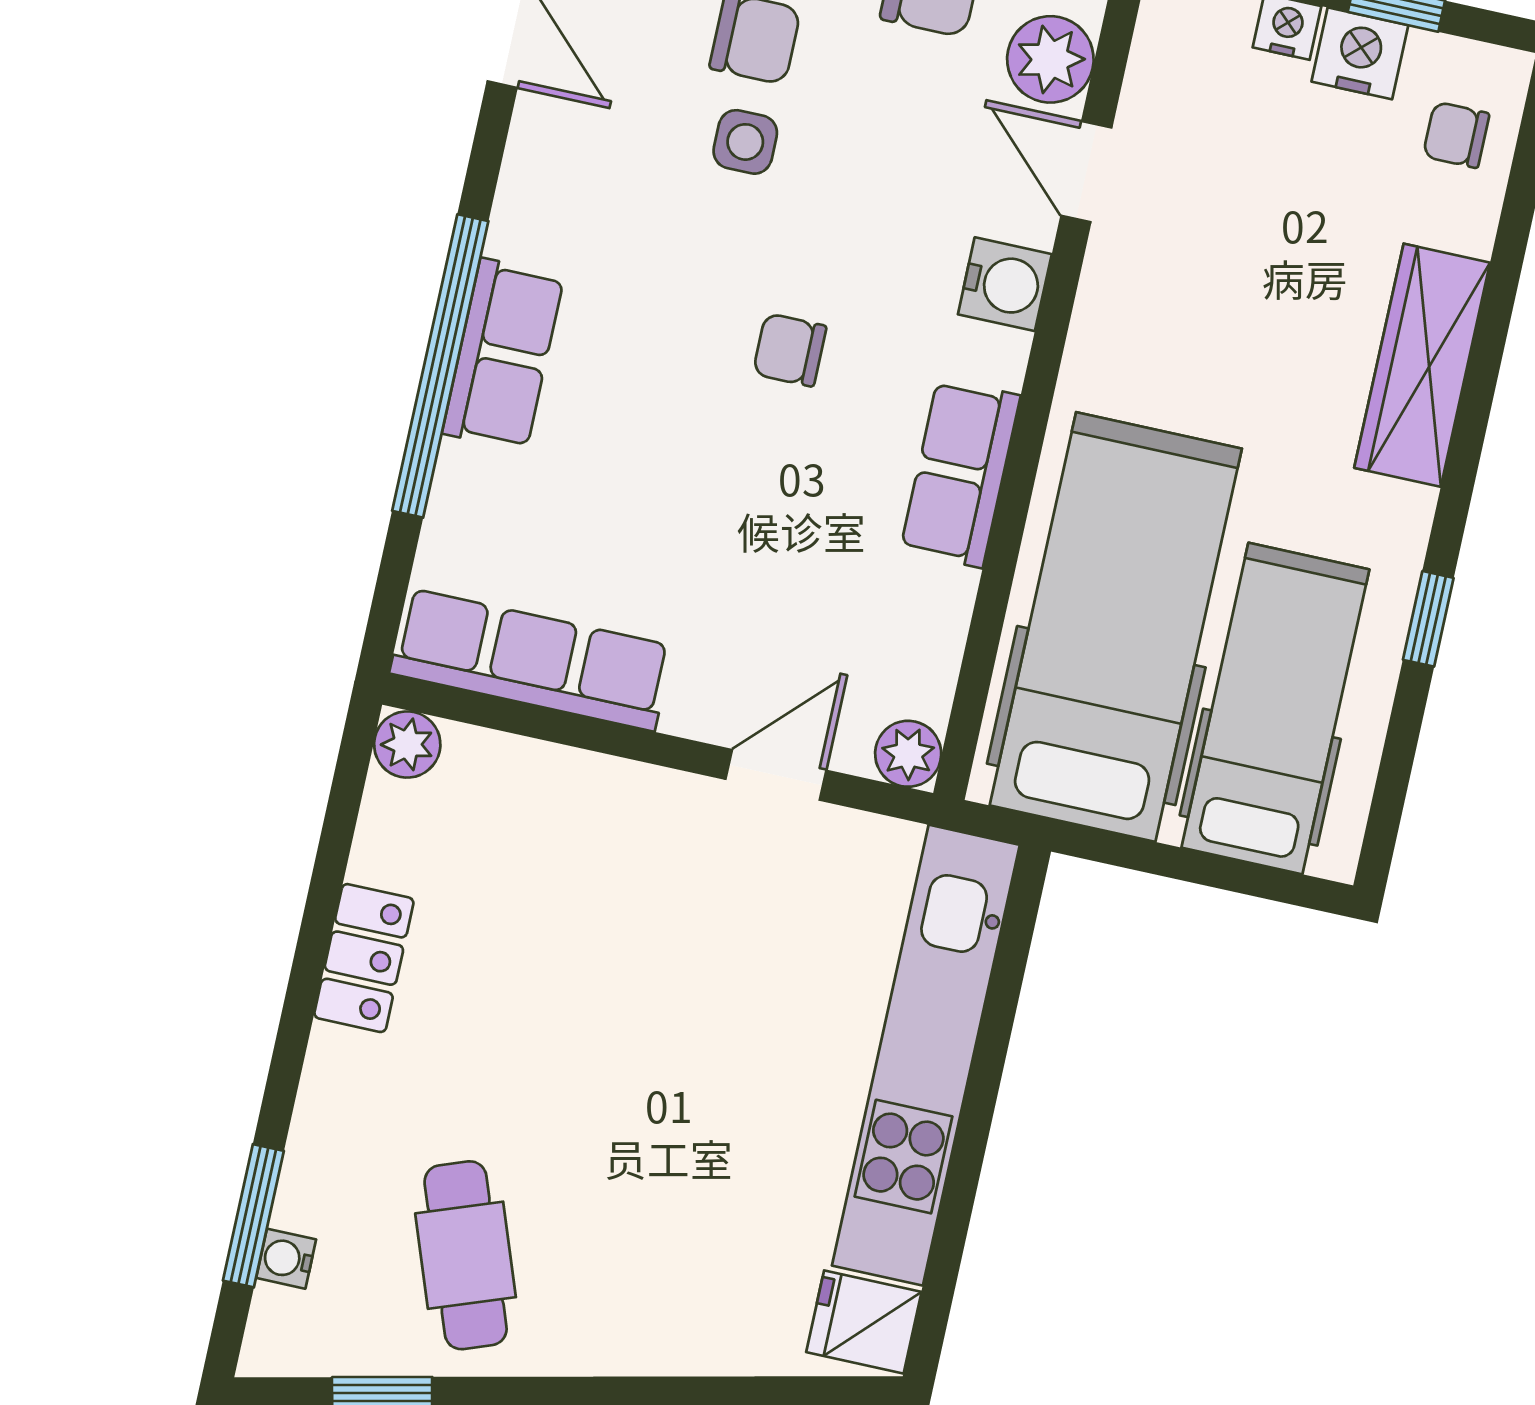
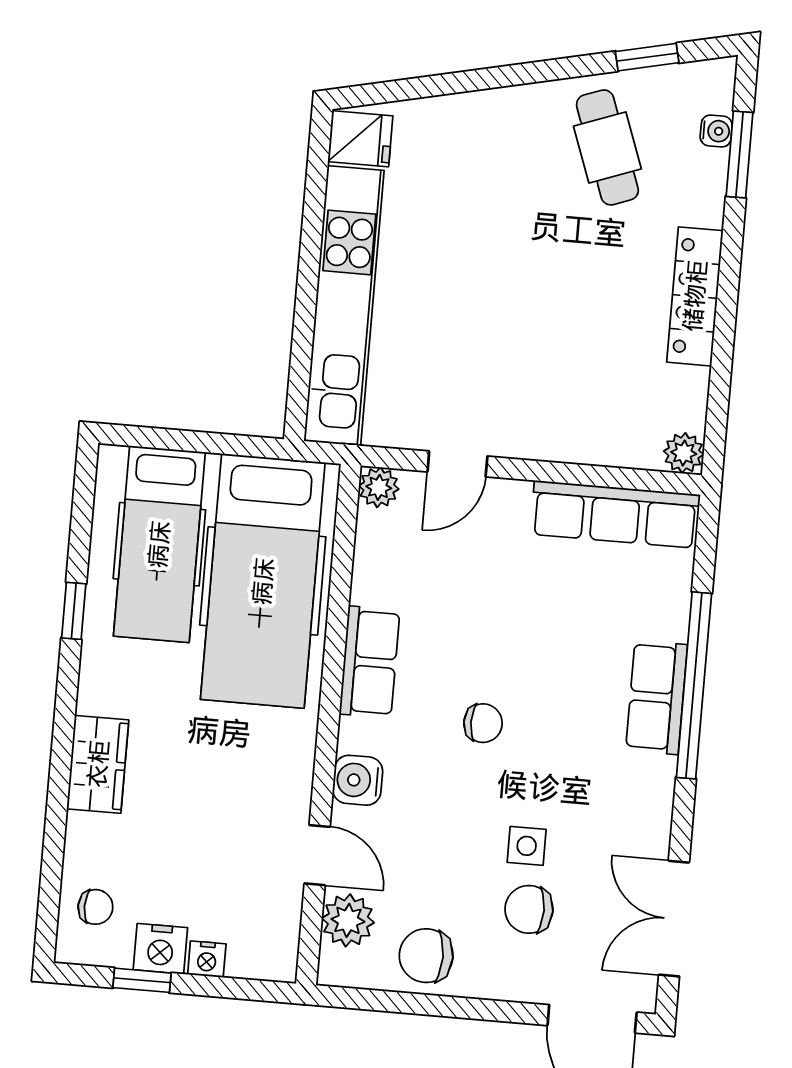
wardrobe: (1422, 365) -> (98, 764), width x0.67
locker: (364, 958) -> (695, 296), width x1.53

